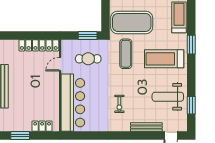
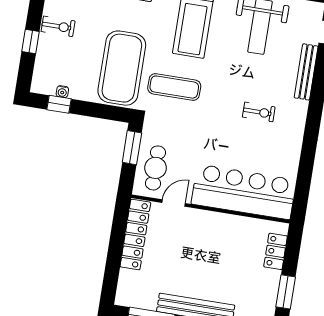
cafe table: (88, 59) -> (155, 168), moved
door: (60, 64) -> (174, 203), swing flipped

